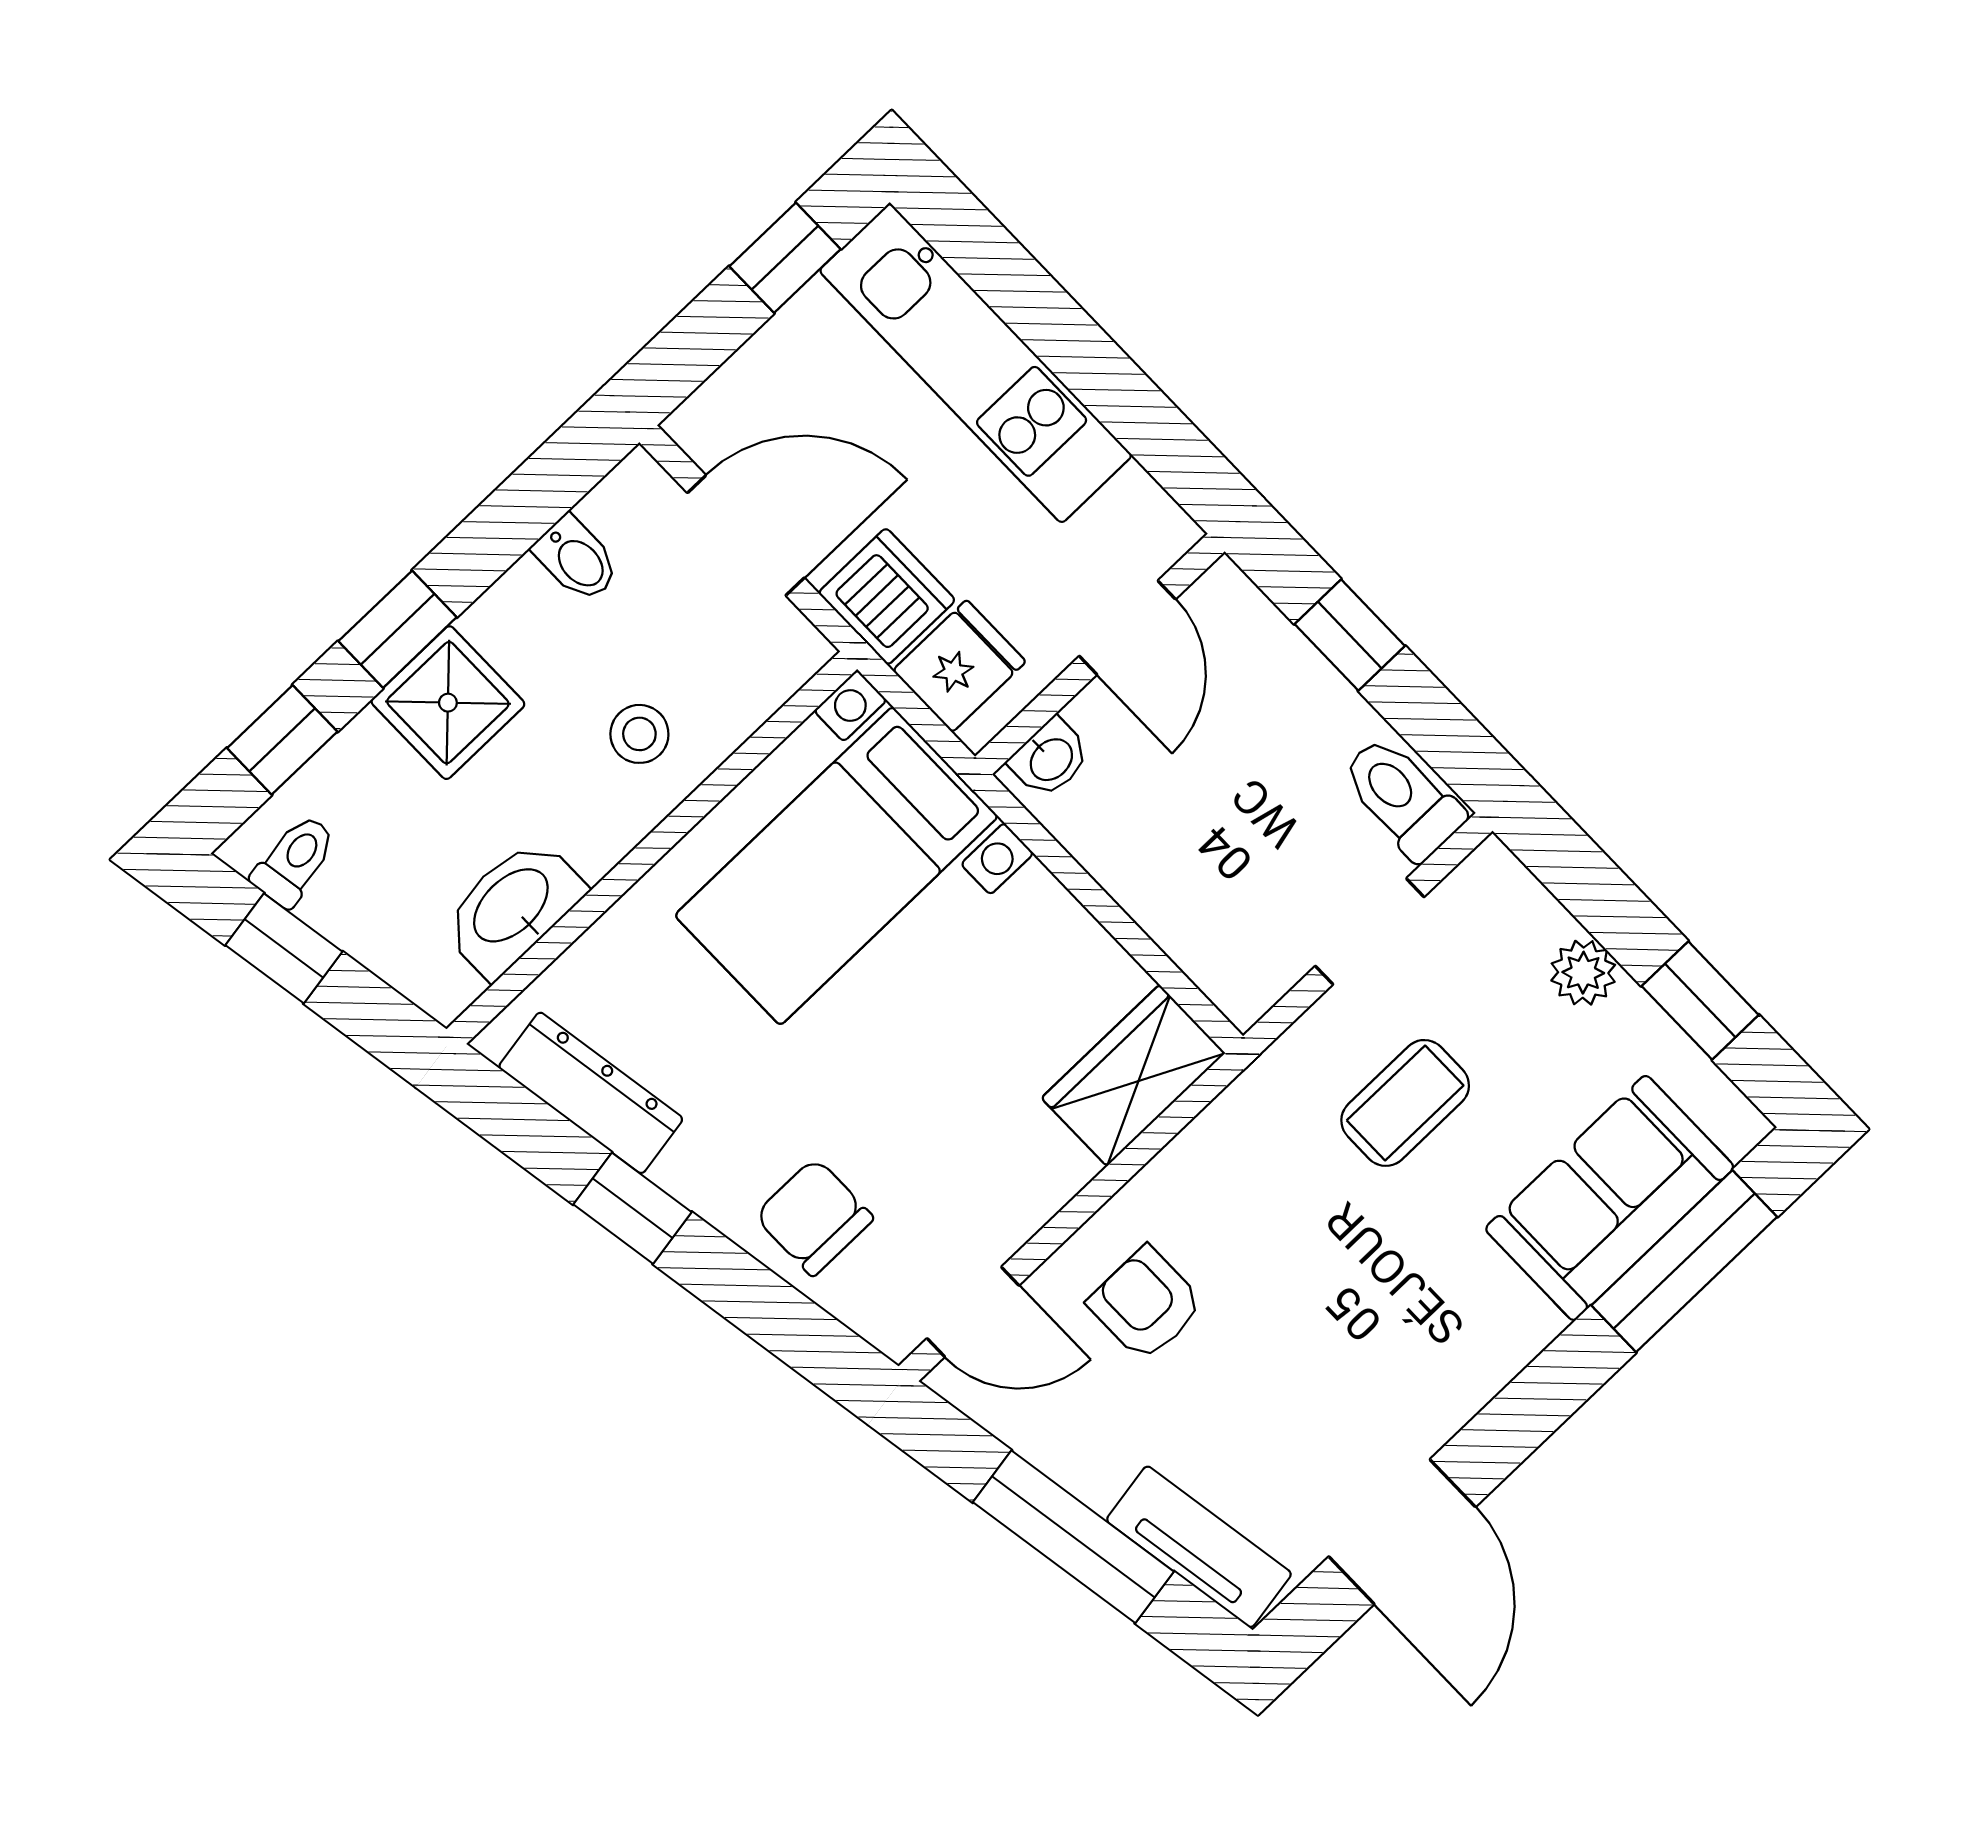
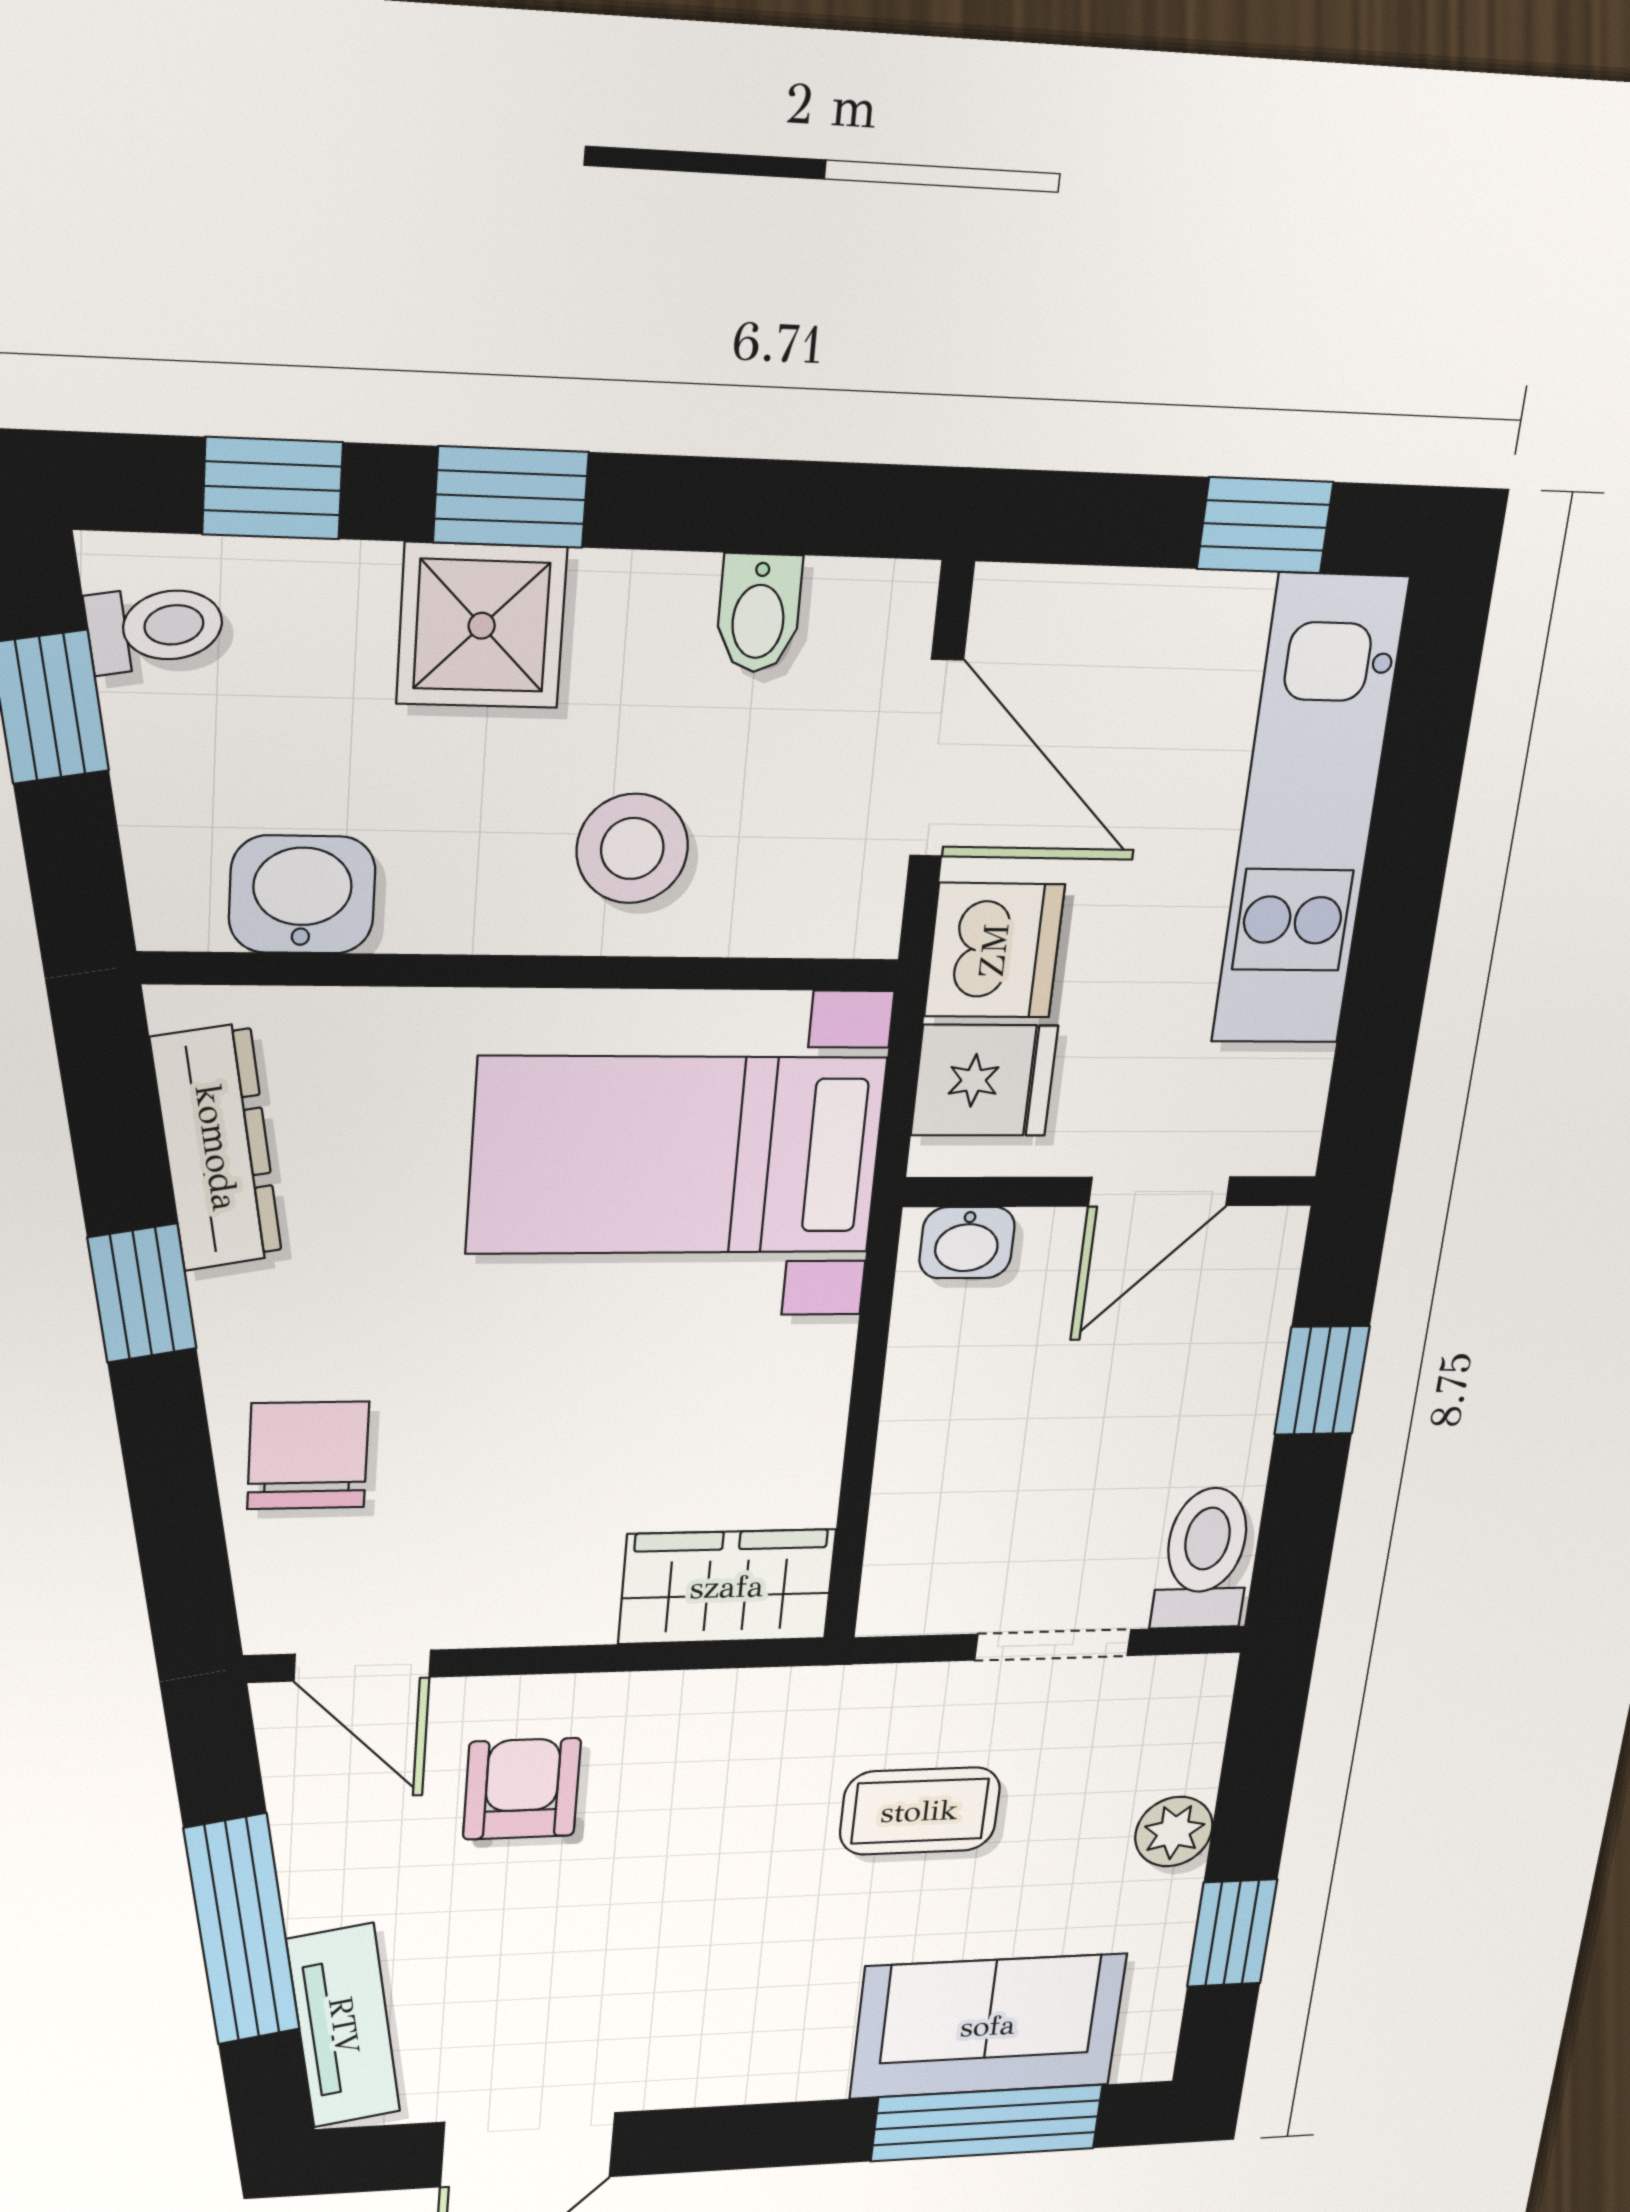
stool: (639, 734) -> (632, 849), width x1.37, depth x1.37
washbasin: (513, 907) -> (302, 895), width x0.72

